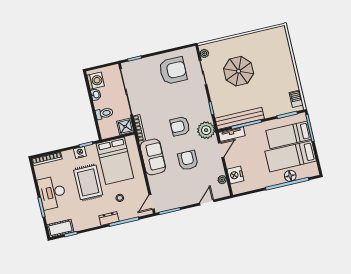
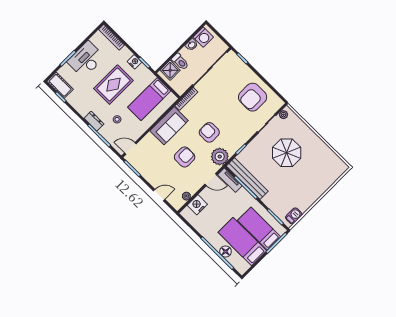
armchair: (173, 71) -> (253, 97), turned 90
shower: (125, 126) -> (170, 70), moved
bed: (115, 161) -> (149, 99), width x0.67

